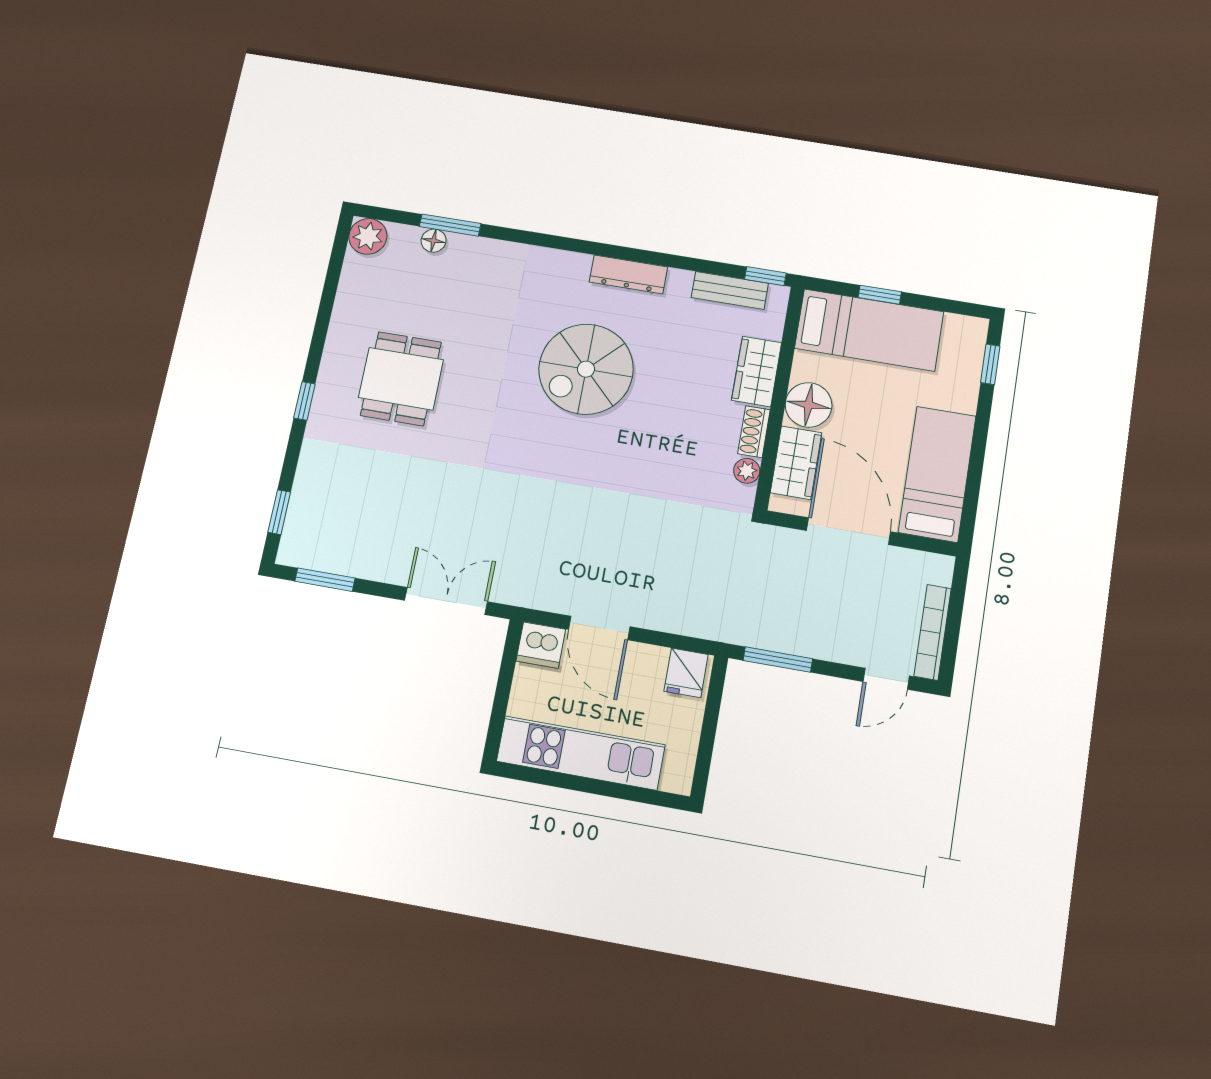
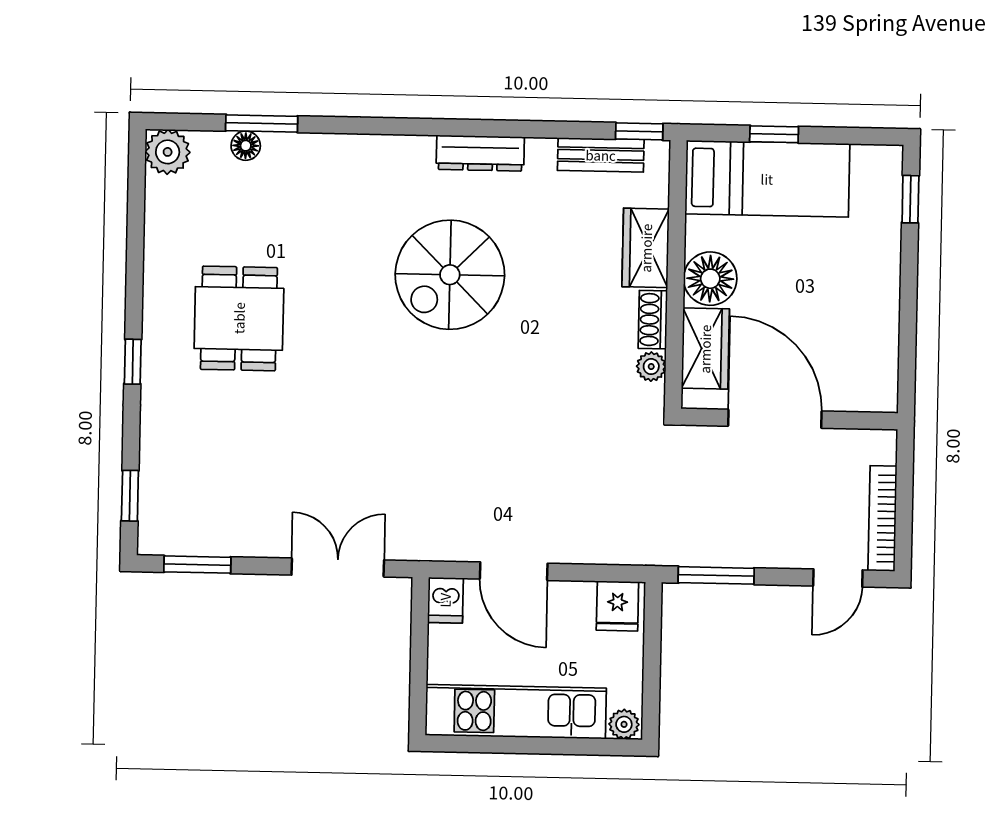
bed: (937, 474) -> (866, 338), removed
dishwasher: (541, 645) -> (445, 600), width x0.73
plant: (676, 780) -> (624, 724), added

